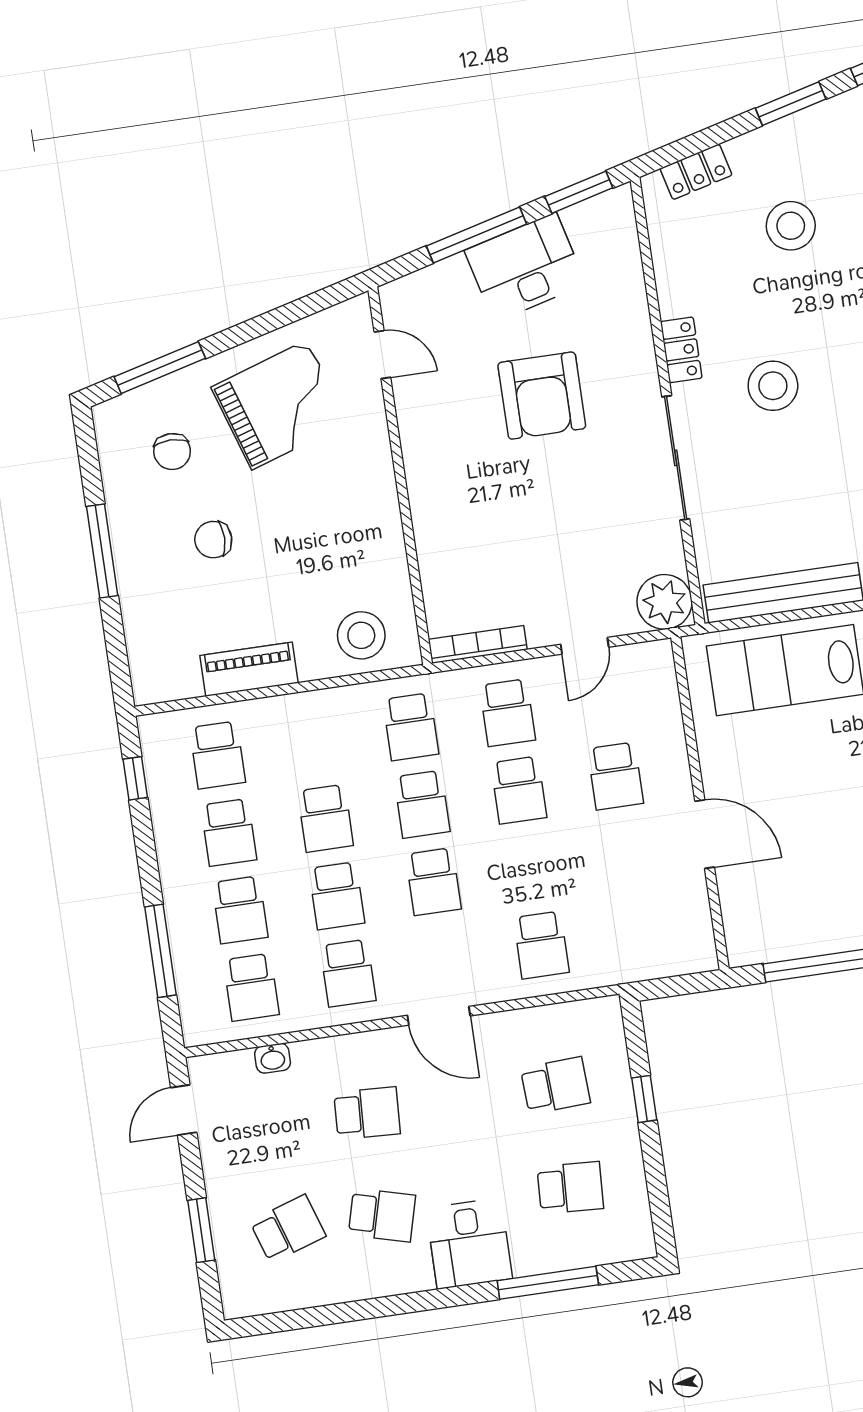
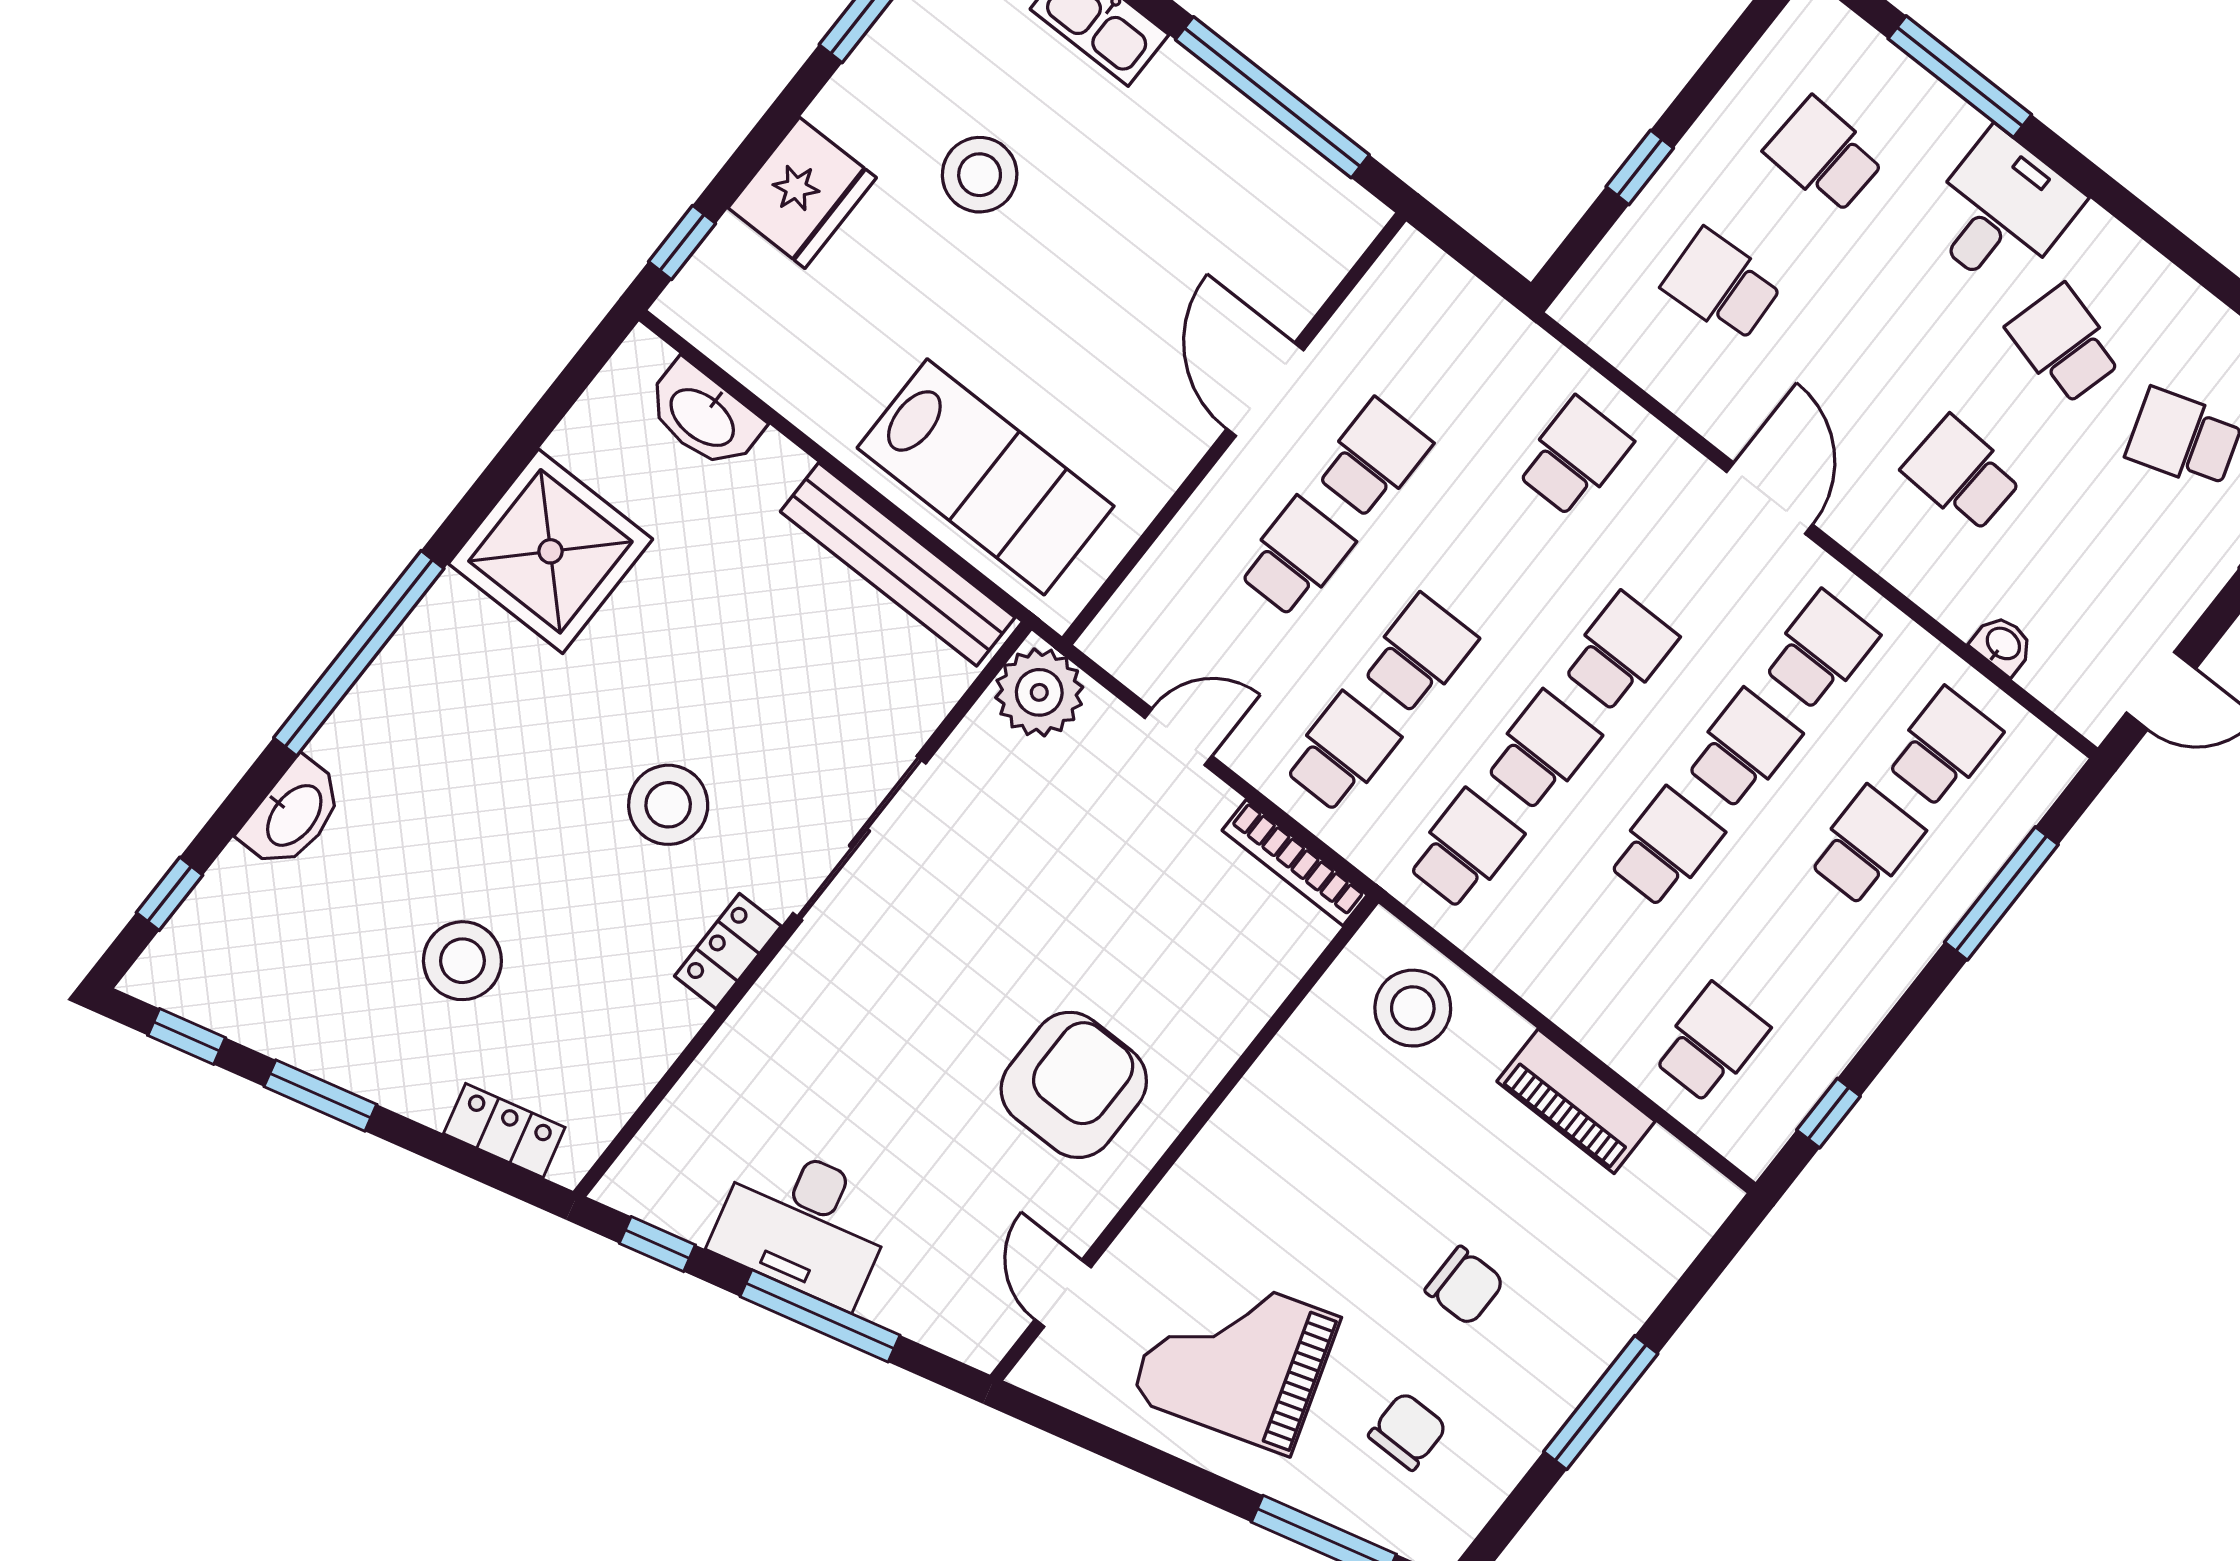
window: (579, 192) -> (657, 1244), width x0.67
armchair: (542, 396) -> (1074, 1085), moved
school desk: (229, 832) -> (1373, 459), moved

